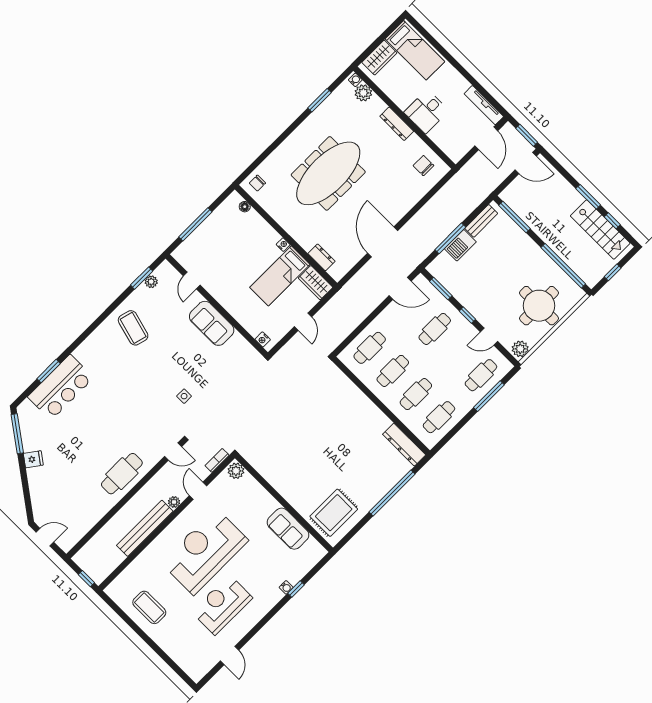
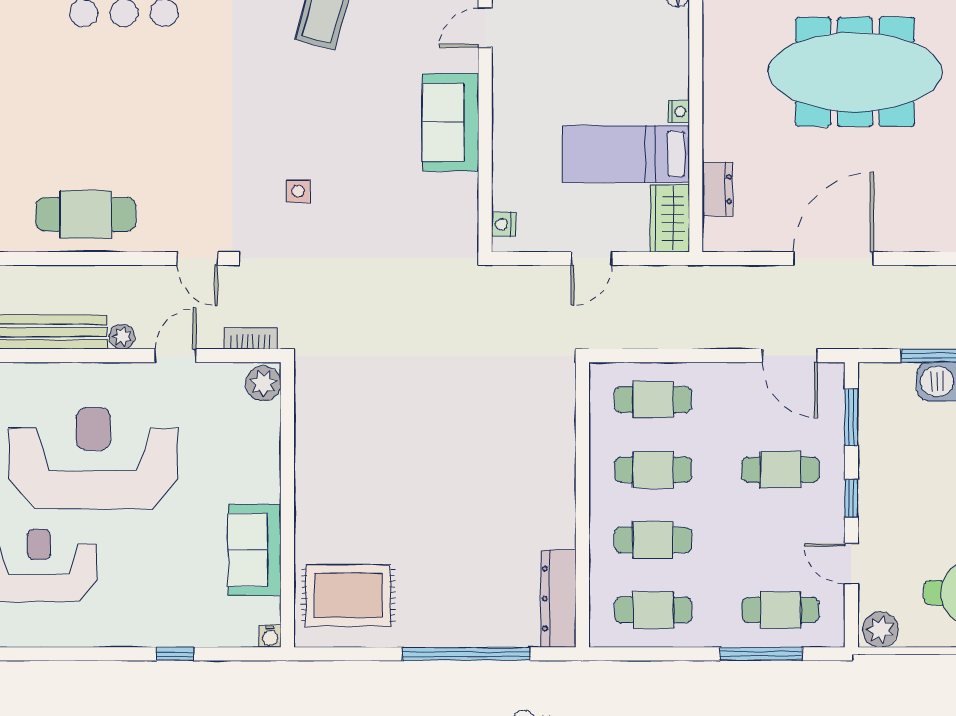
water cooler: (286, 587) -> (270, 636), moved

